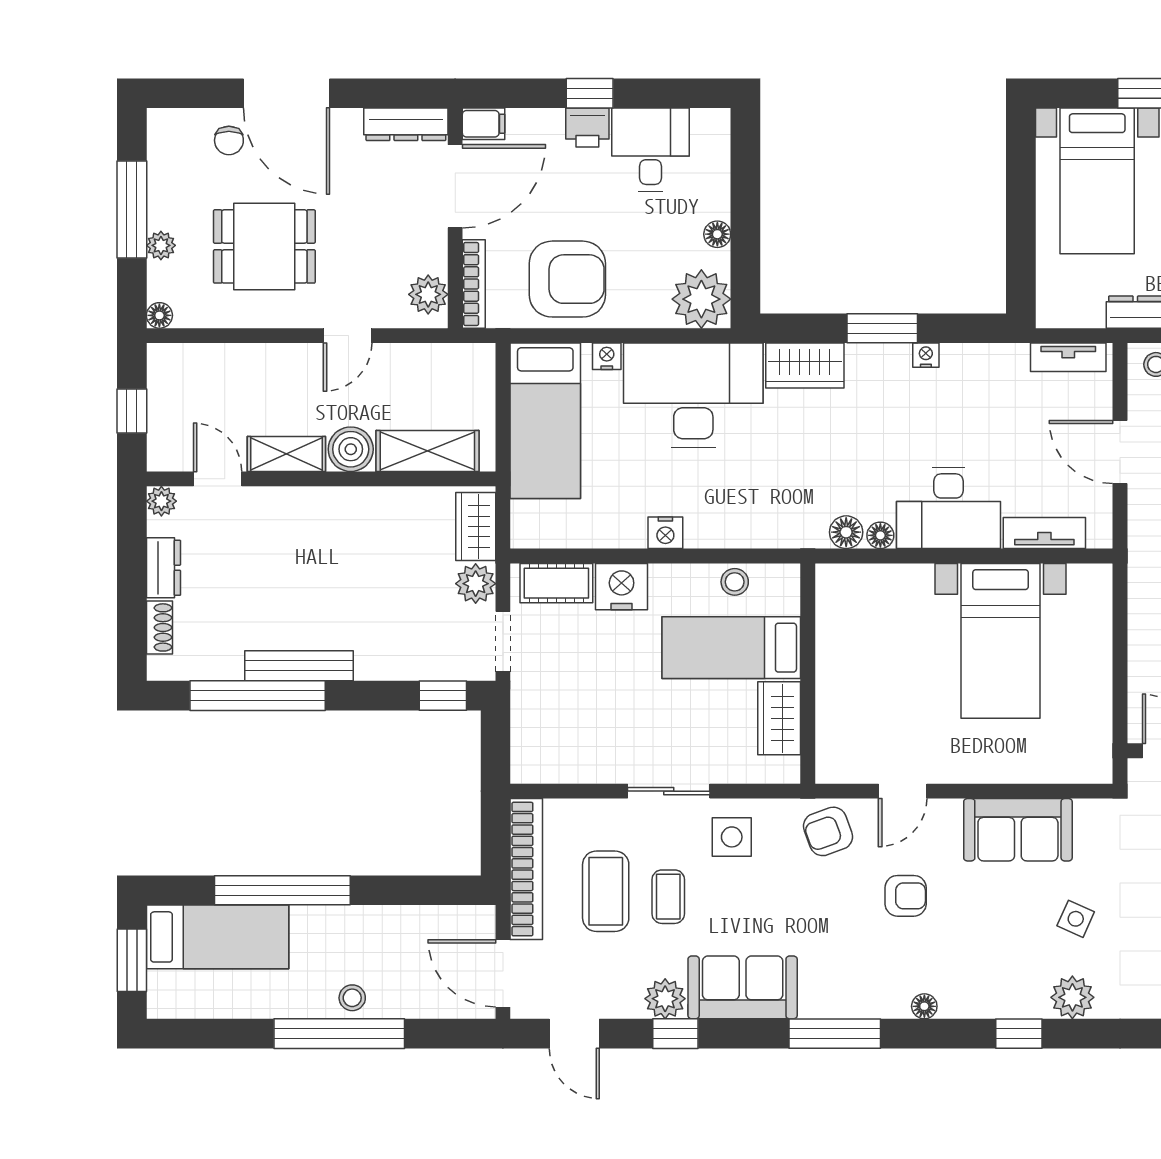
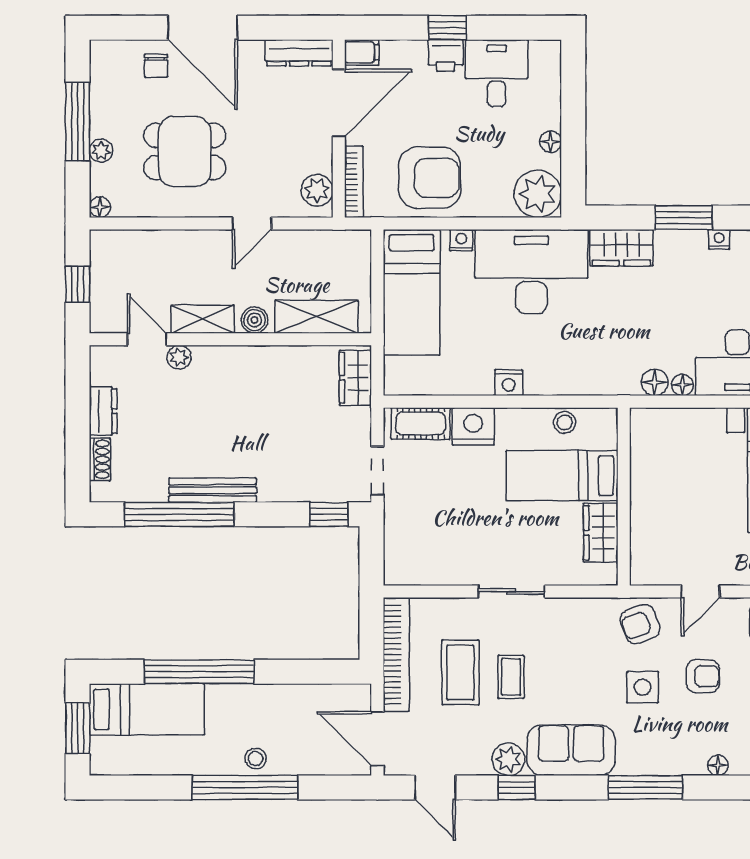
boiler: (351, 449) -> (254, 320), width x0.73, depth x0.73
plant: (161, 501) -> (179, 357), moved
plant: (476, 584) -> (355, 424), removed
side table: (732, 837) -> (643, 687), moved

